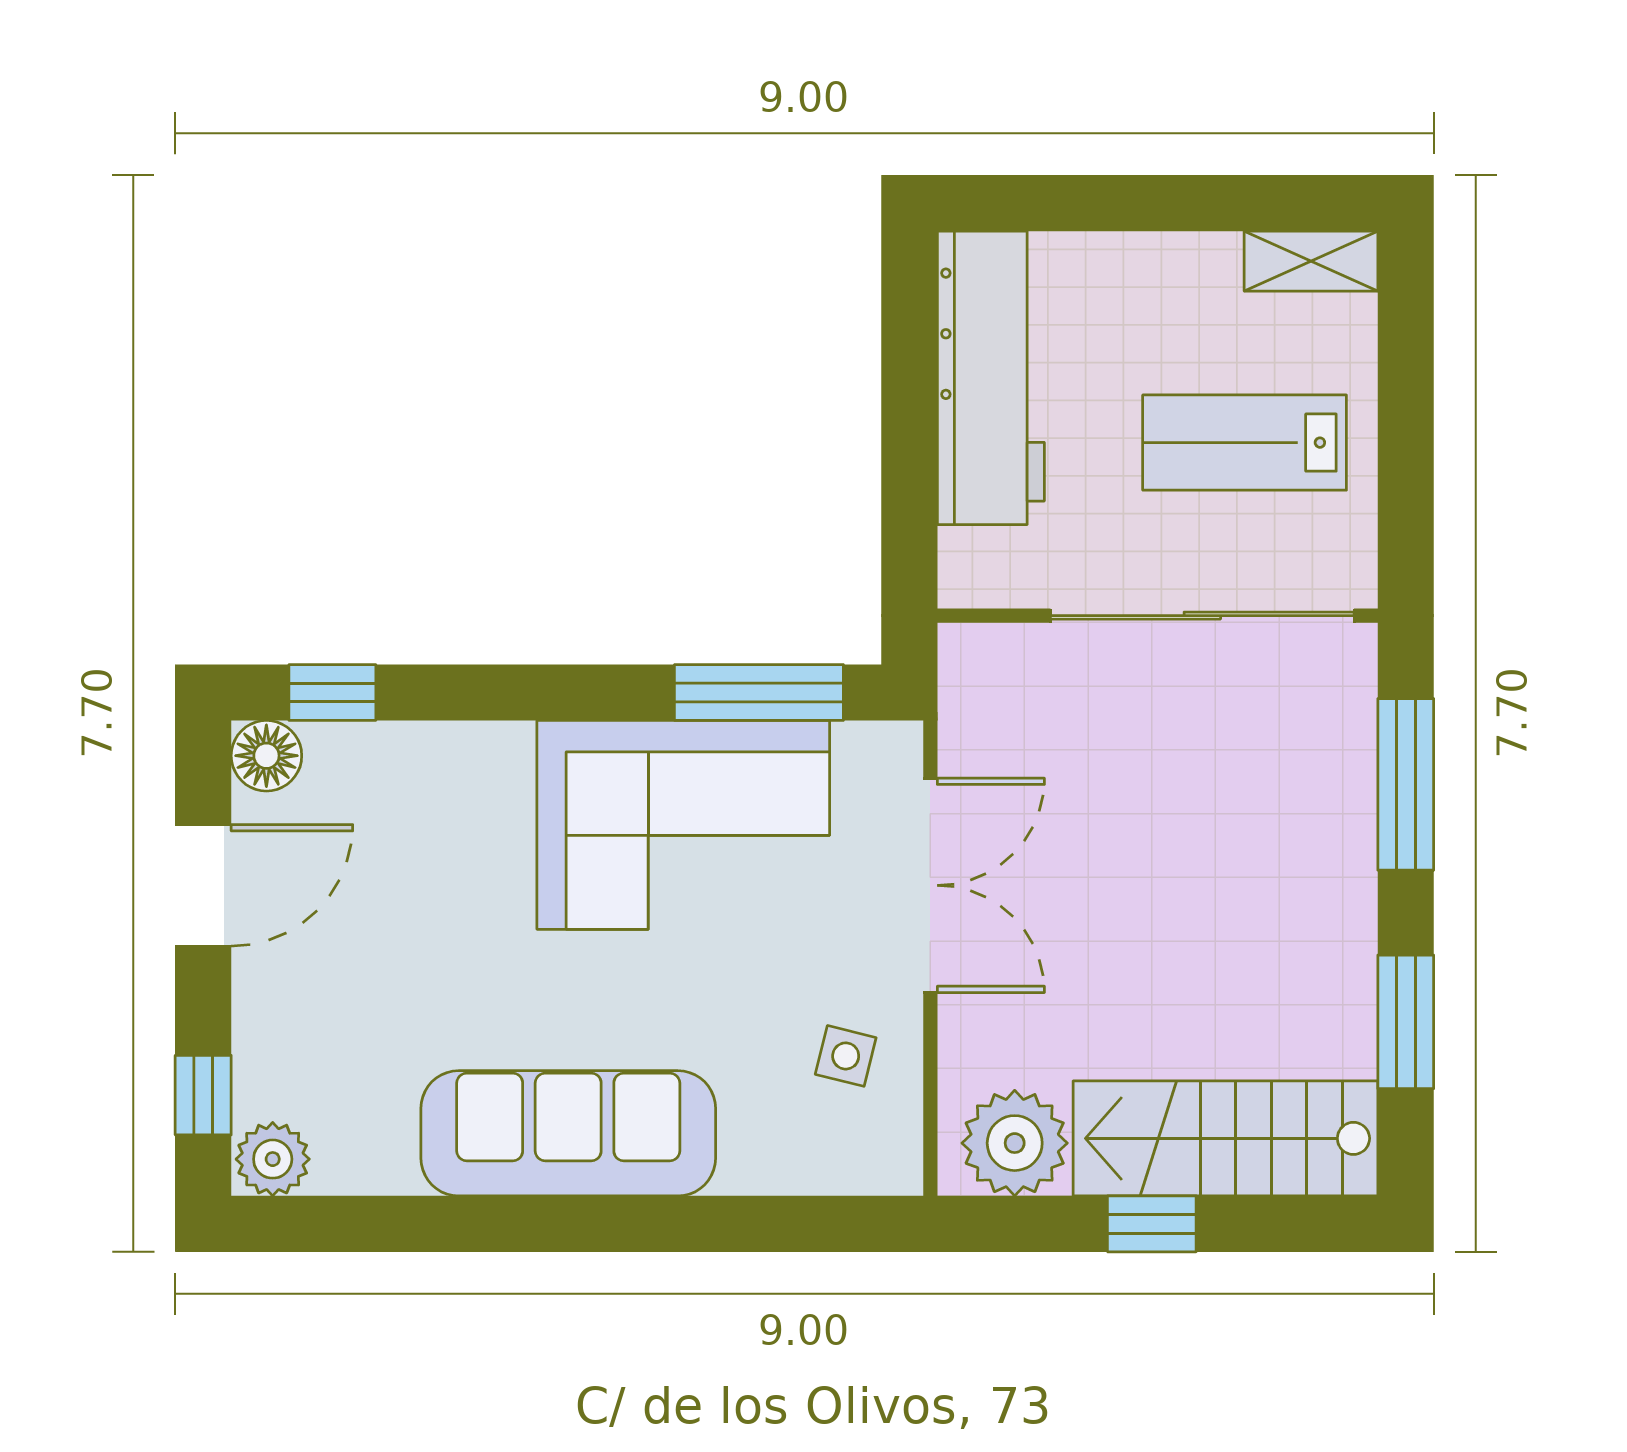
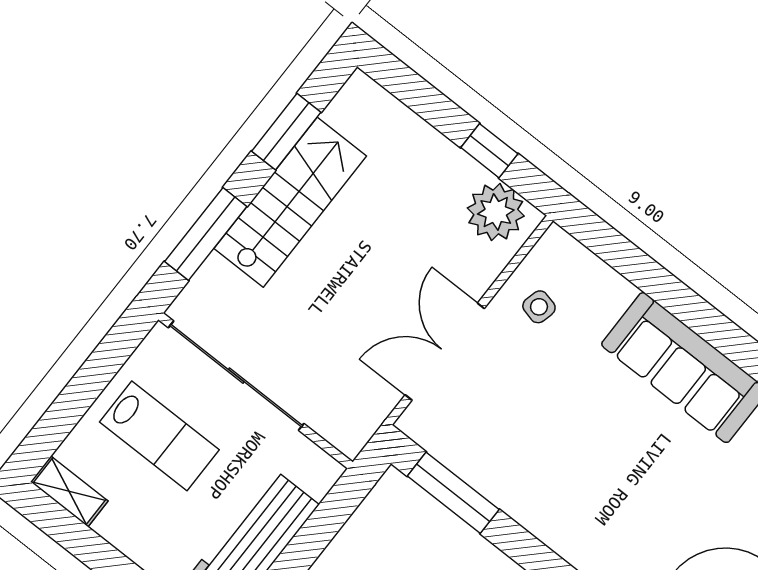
corner sofa: (683, 825) -> (531, 461), removed
stairs: (1225, 1138) -> (290, 202), moved, turned -90
window: (1152, 1224) -> (489, 151), moved

